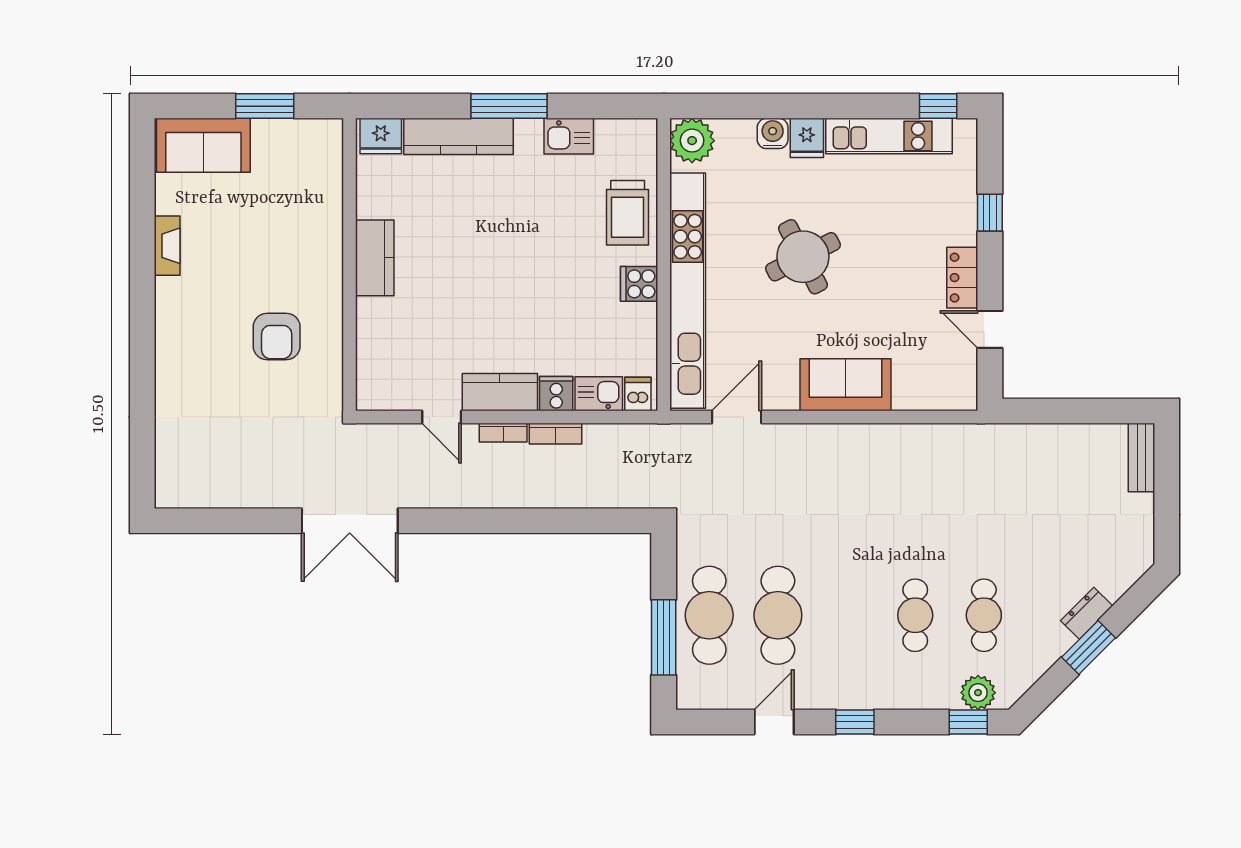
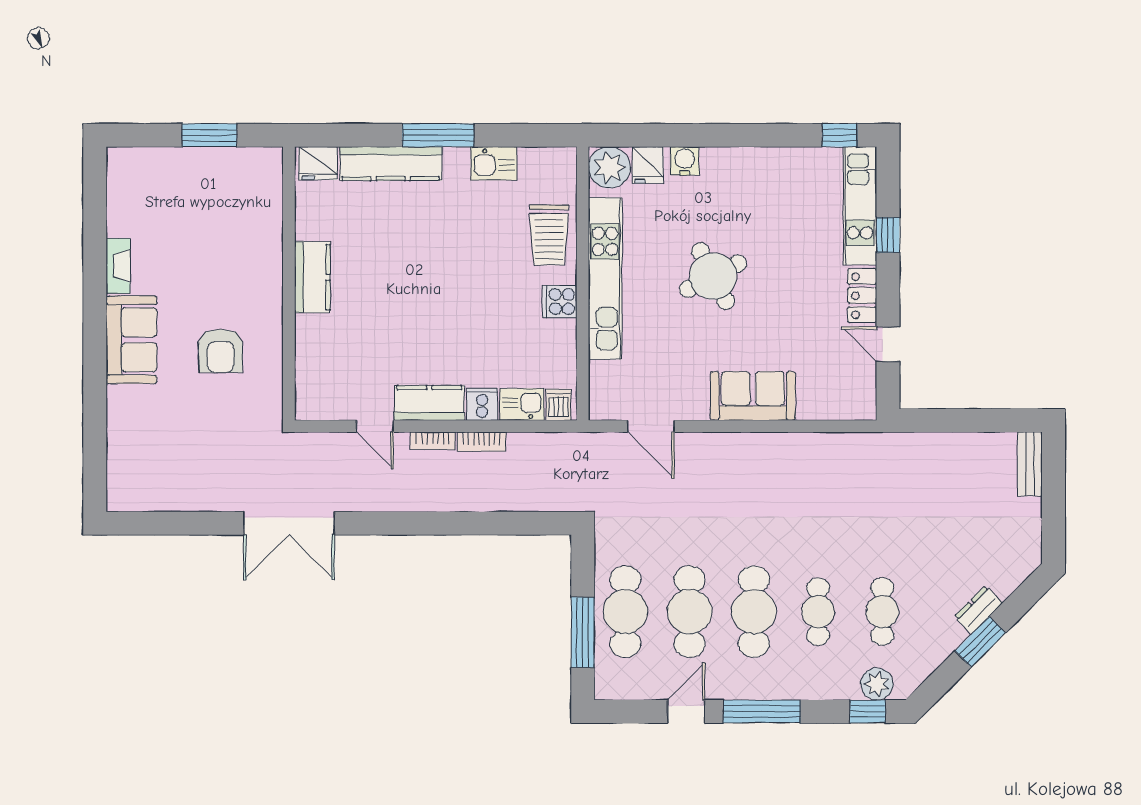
kitchen unit: (889, 136) -> (860, 206), moved, turned 90
fridge: (807, 138) -> (648, 165), moved
sofa: (203, 145) -> (132, 340), moved, turned -90
kitchen unit: (688, 291) -> (605, 279), width x0.73
door: (737, 417) -> (651, 426), swing flipped
cafe table: (847, 615) -> (754, 612), added
window: (855, 722) -> (762, 711), width x2.17

